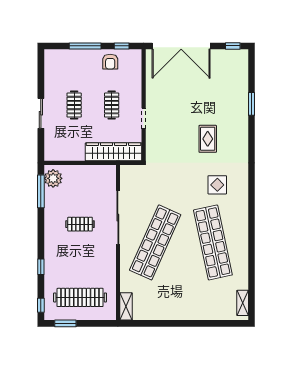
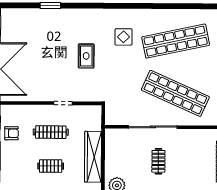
clothes rail: (112, 105) -> (51, 132), width x1.36
rug: (208, 139) -> (86, 56), moved, turned 90
wardrobe: (114, 152) -> (93, 157), moved

